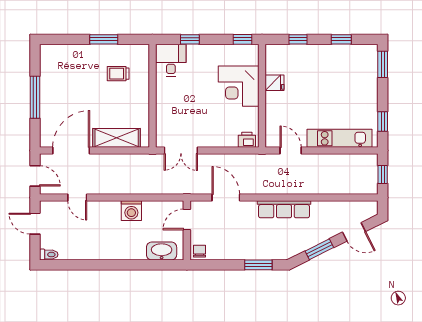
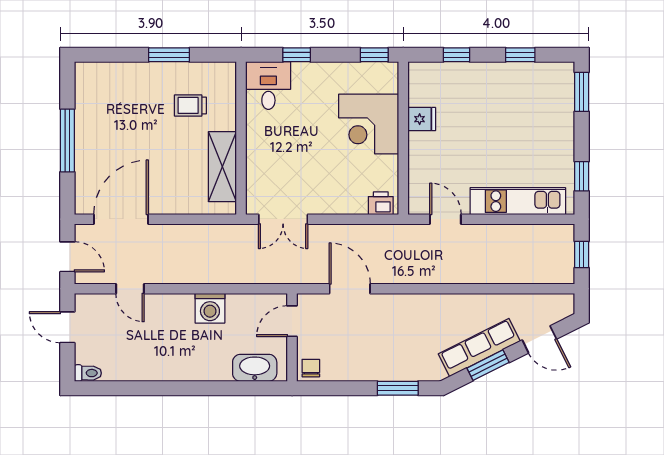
shelving: (117, 138) -> (222, 167), moved, turned 90
row of seats: (284, 209) -> (479, 347), moved, turned 153

